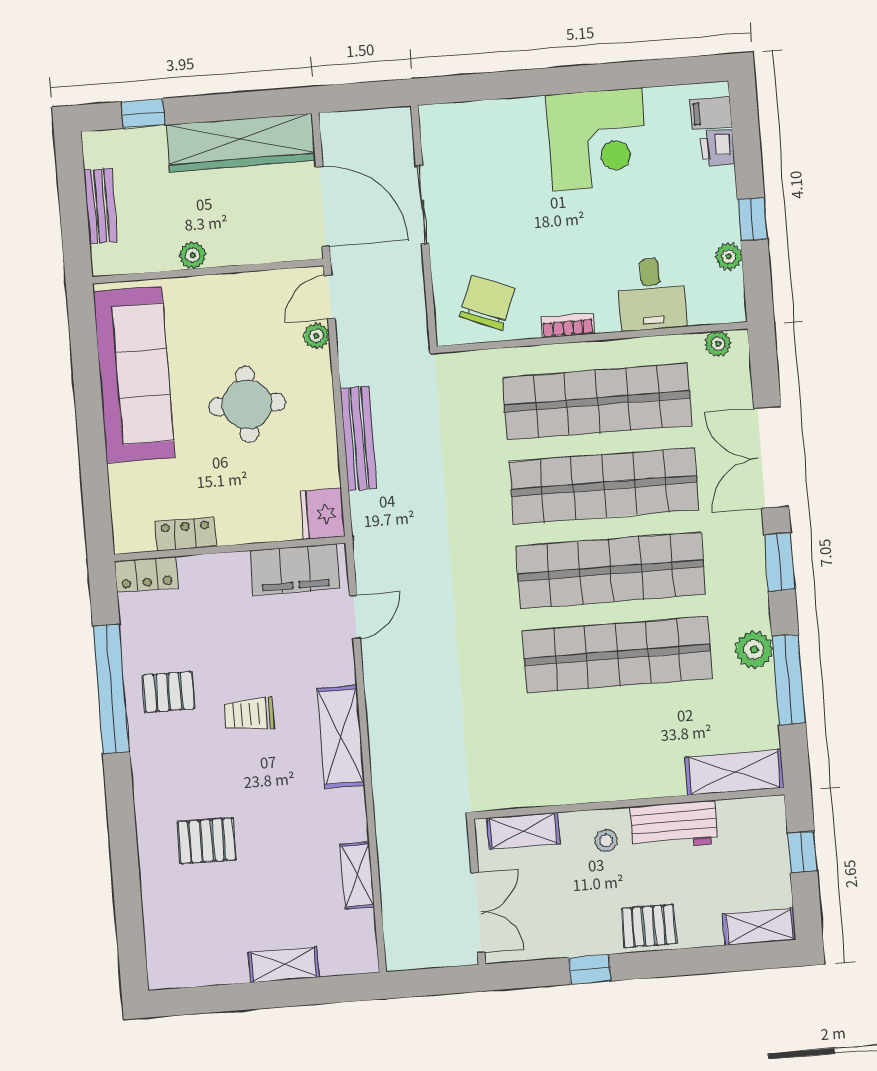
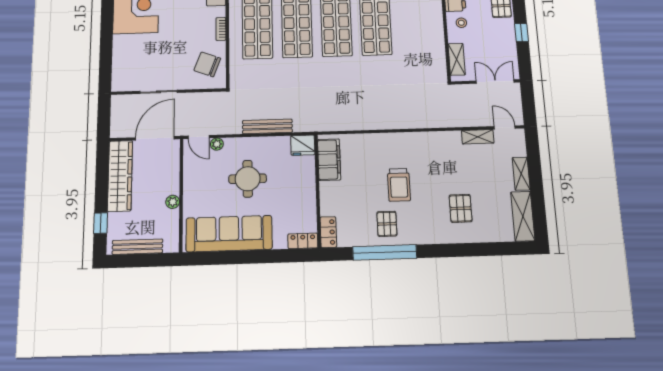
bench: (101, 206) -> (137, 247), width x1.36
locker: (185, 534) -> (303, 241), moved, turned 90
door: (355, 617) -> (505, 127), moved
trolley: (249, 714) -> (399, 185), width x1.36, depth x1.39
shelving: (341, 737) -> (523, 216), moved, turned 90

